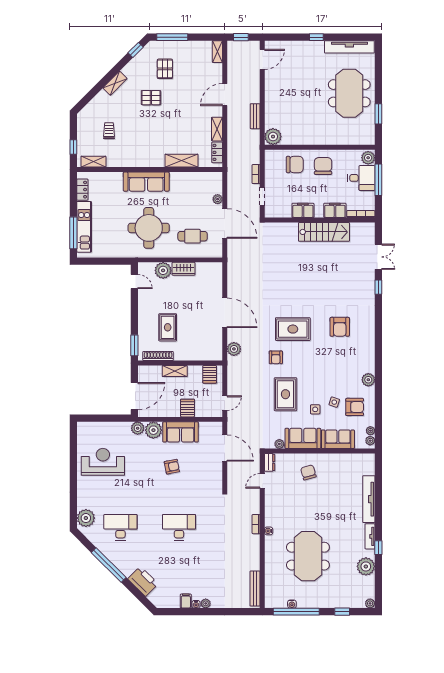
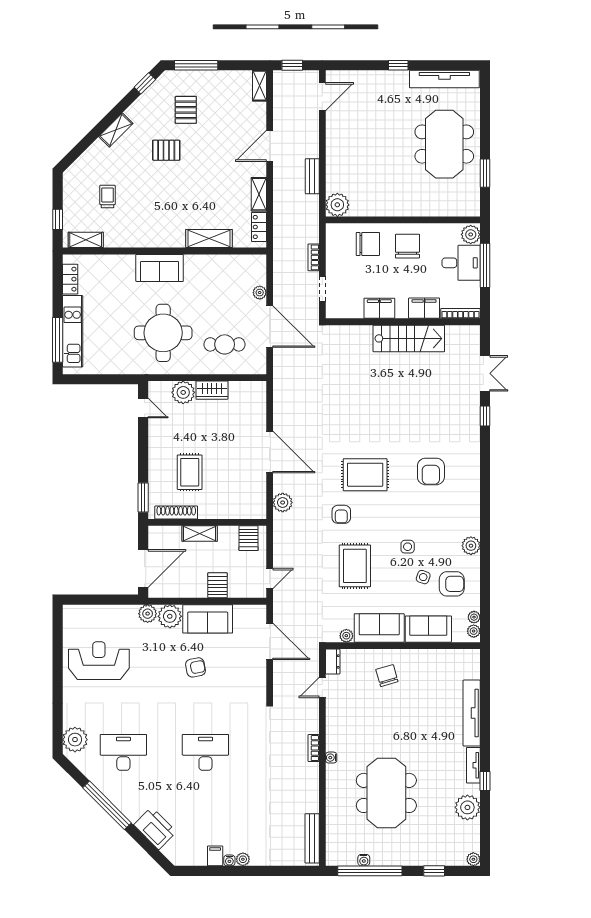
sofa: (146, 182) -> (160, 268), width x0.73
side table: (315, 409) -> (408, 547), moved

